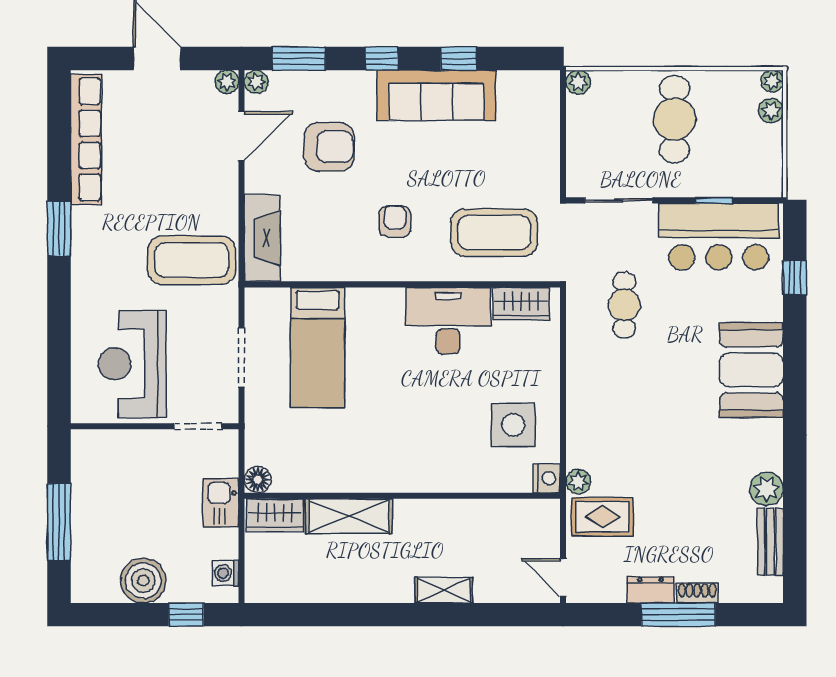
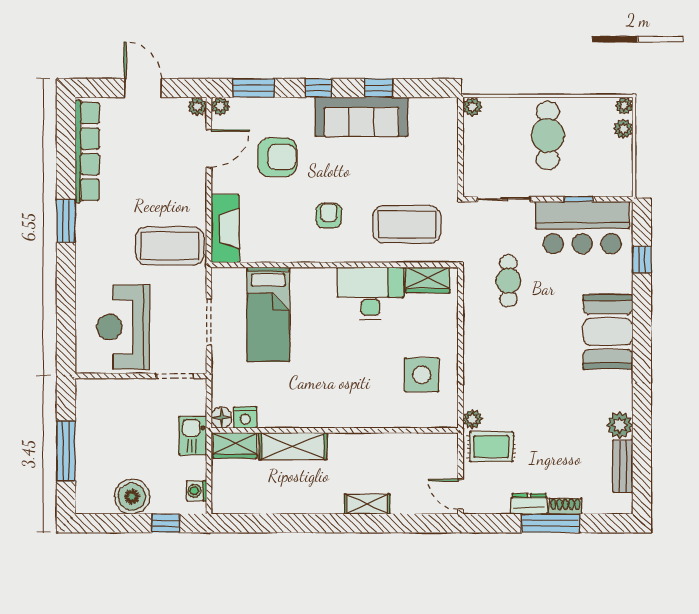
nightstand: (547, 478) -> (245, 417), moved, turned 90

